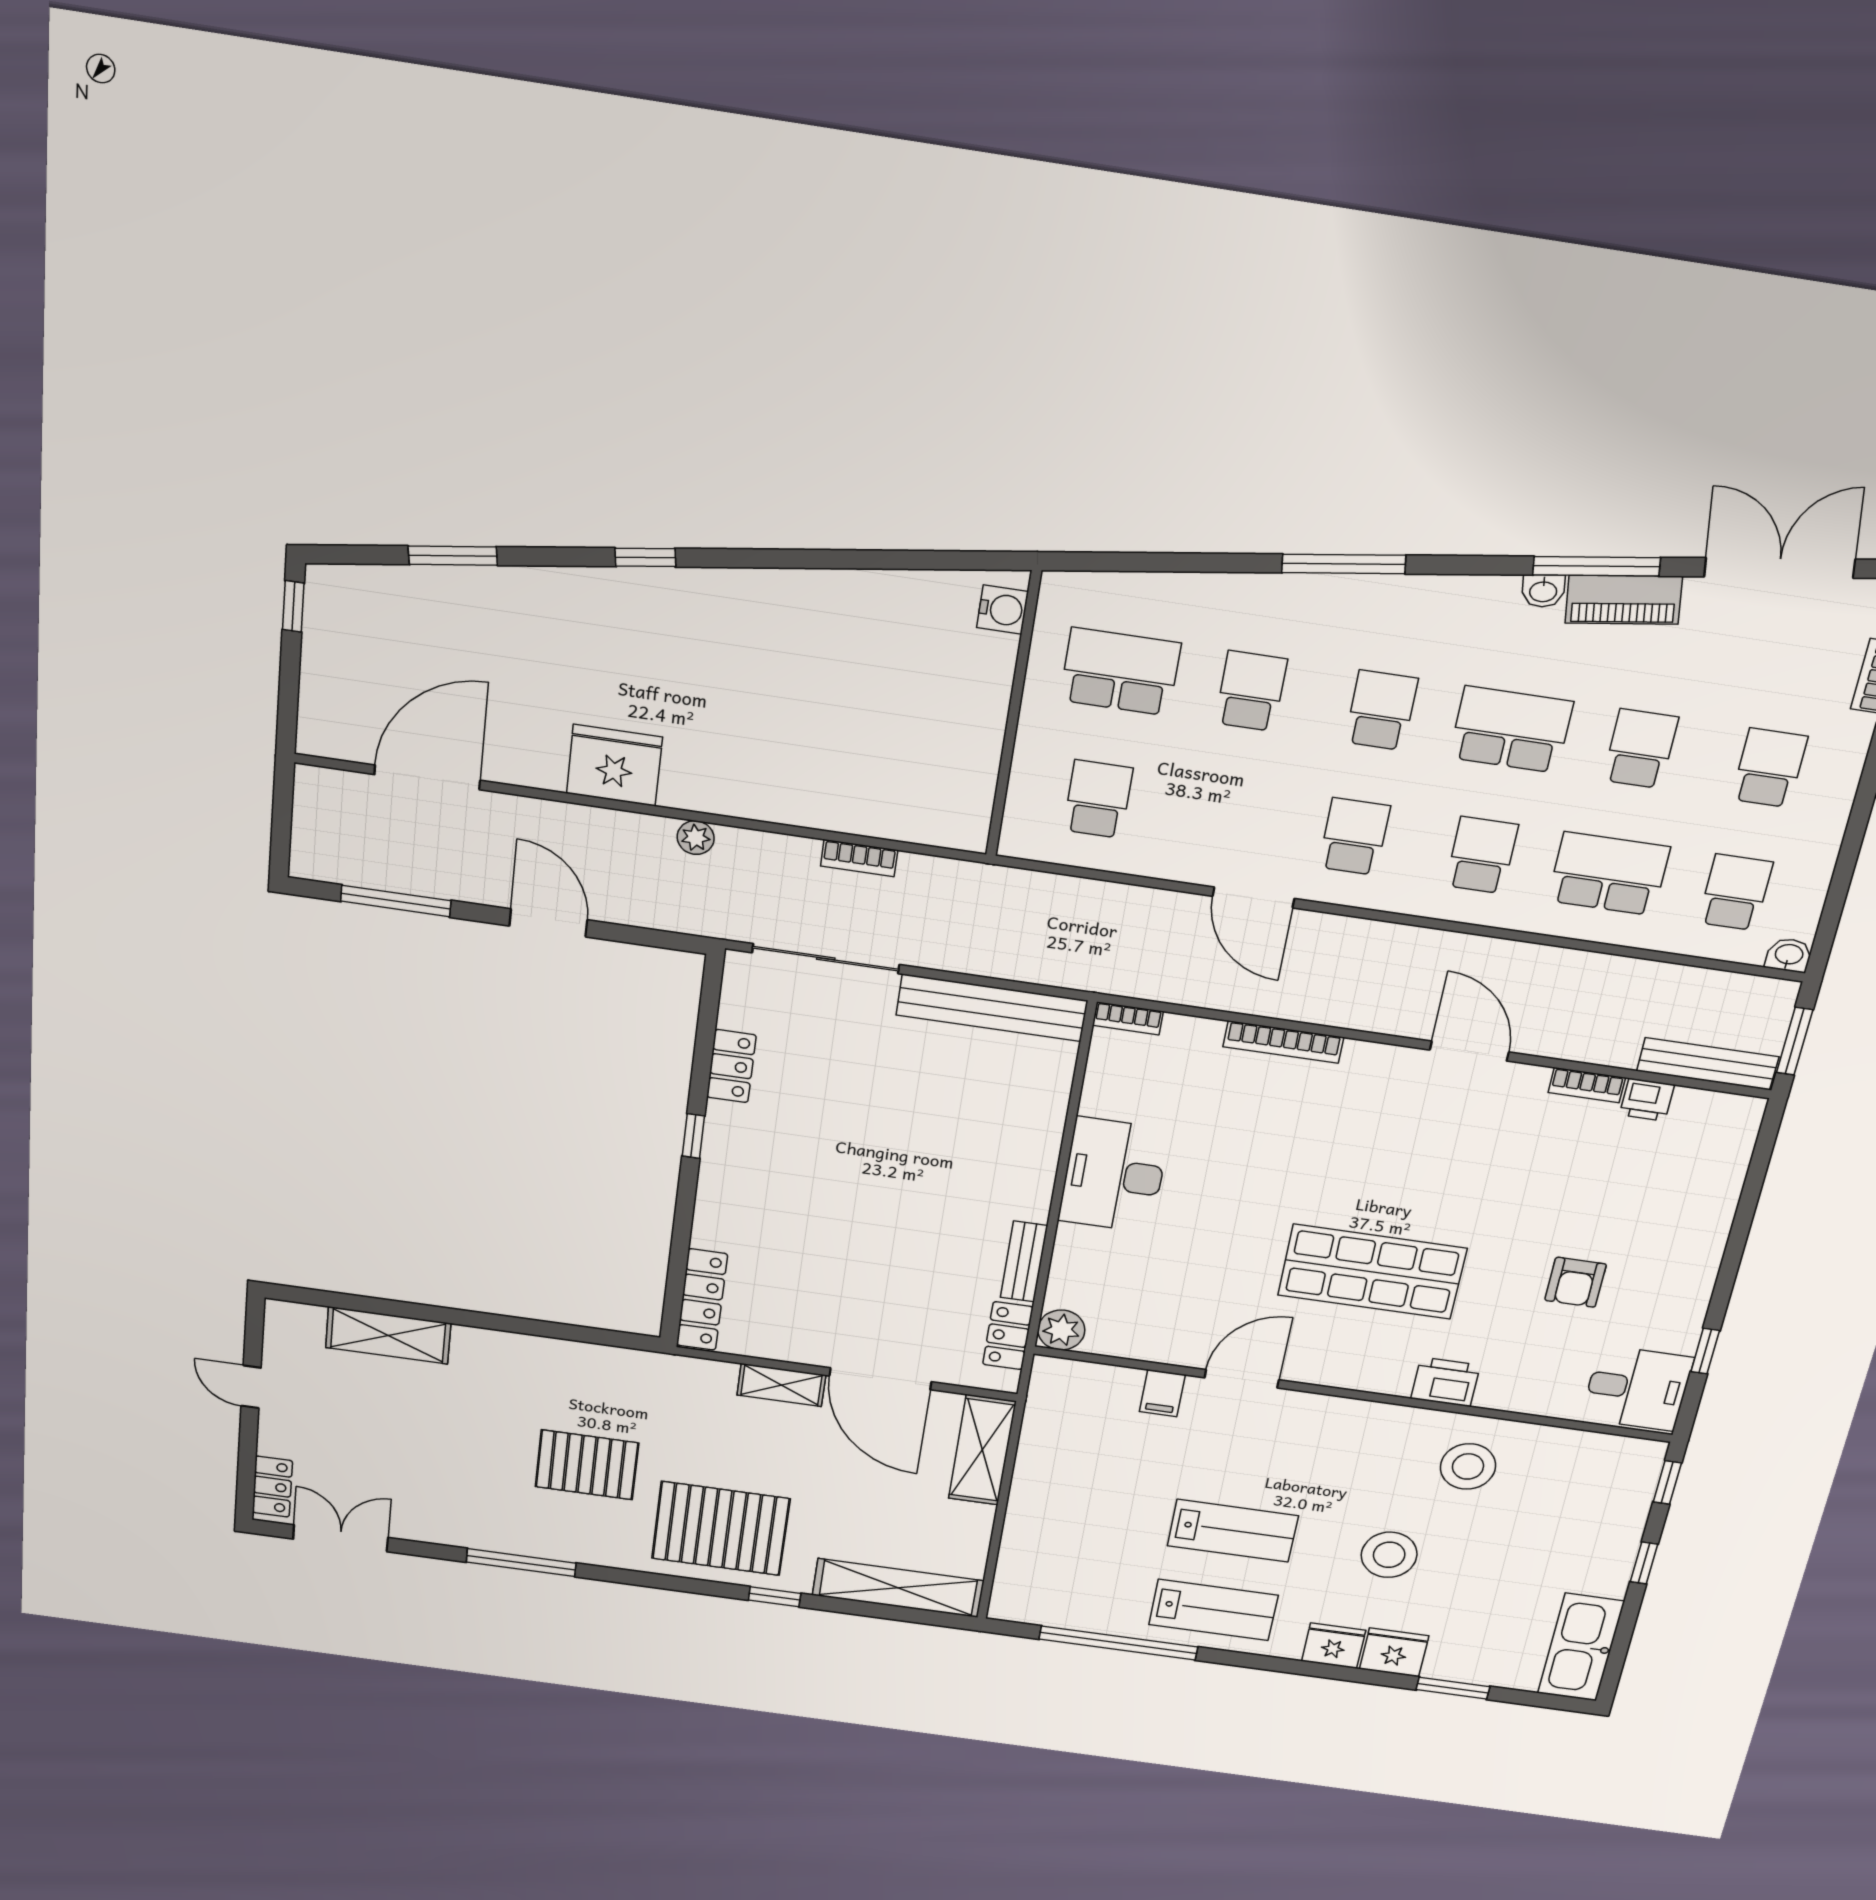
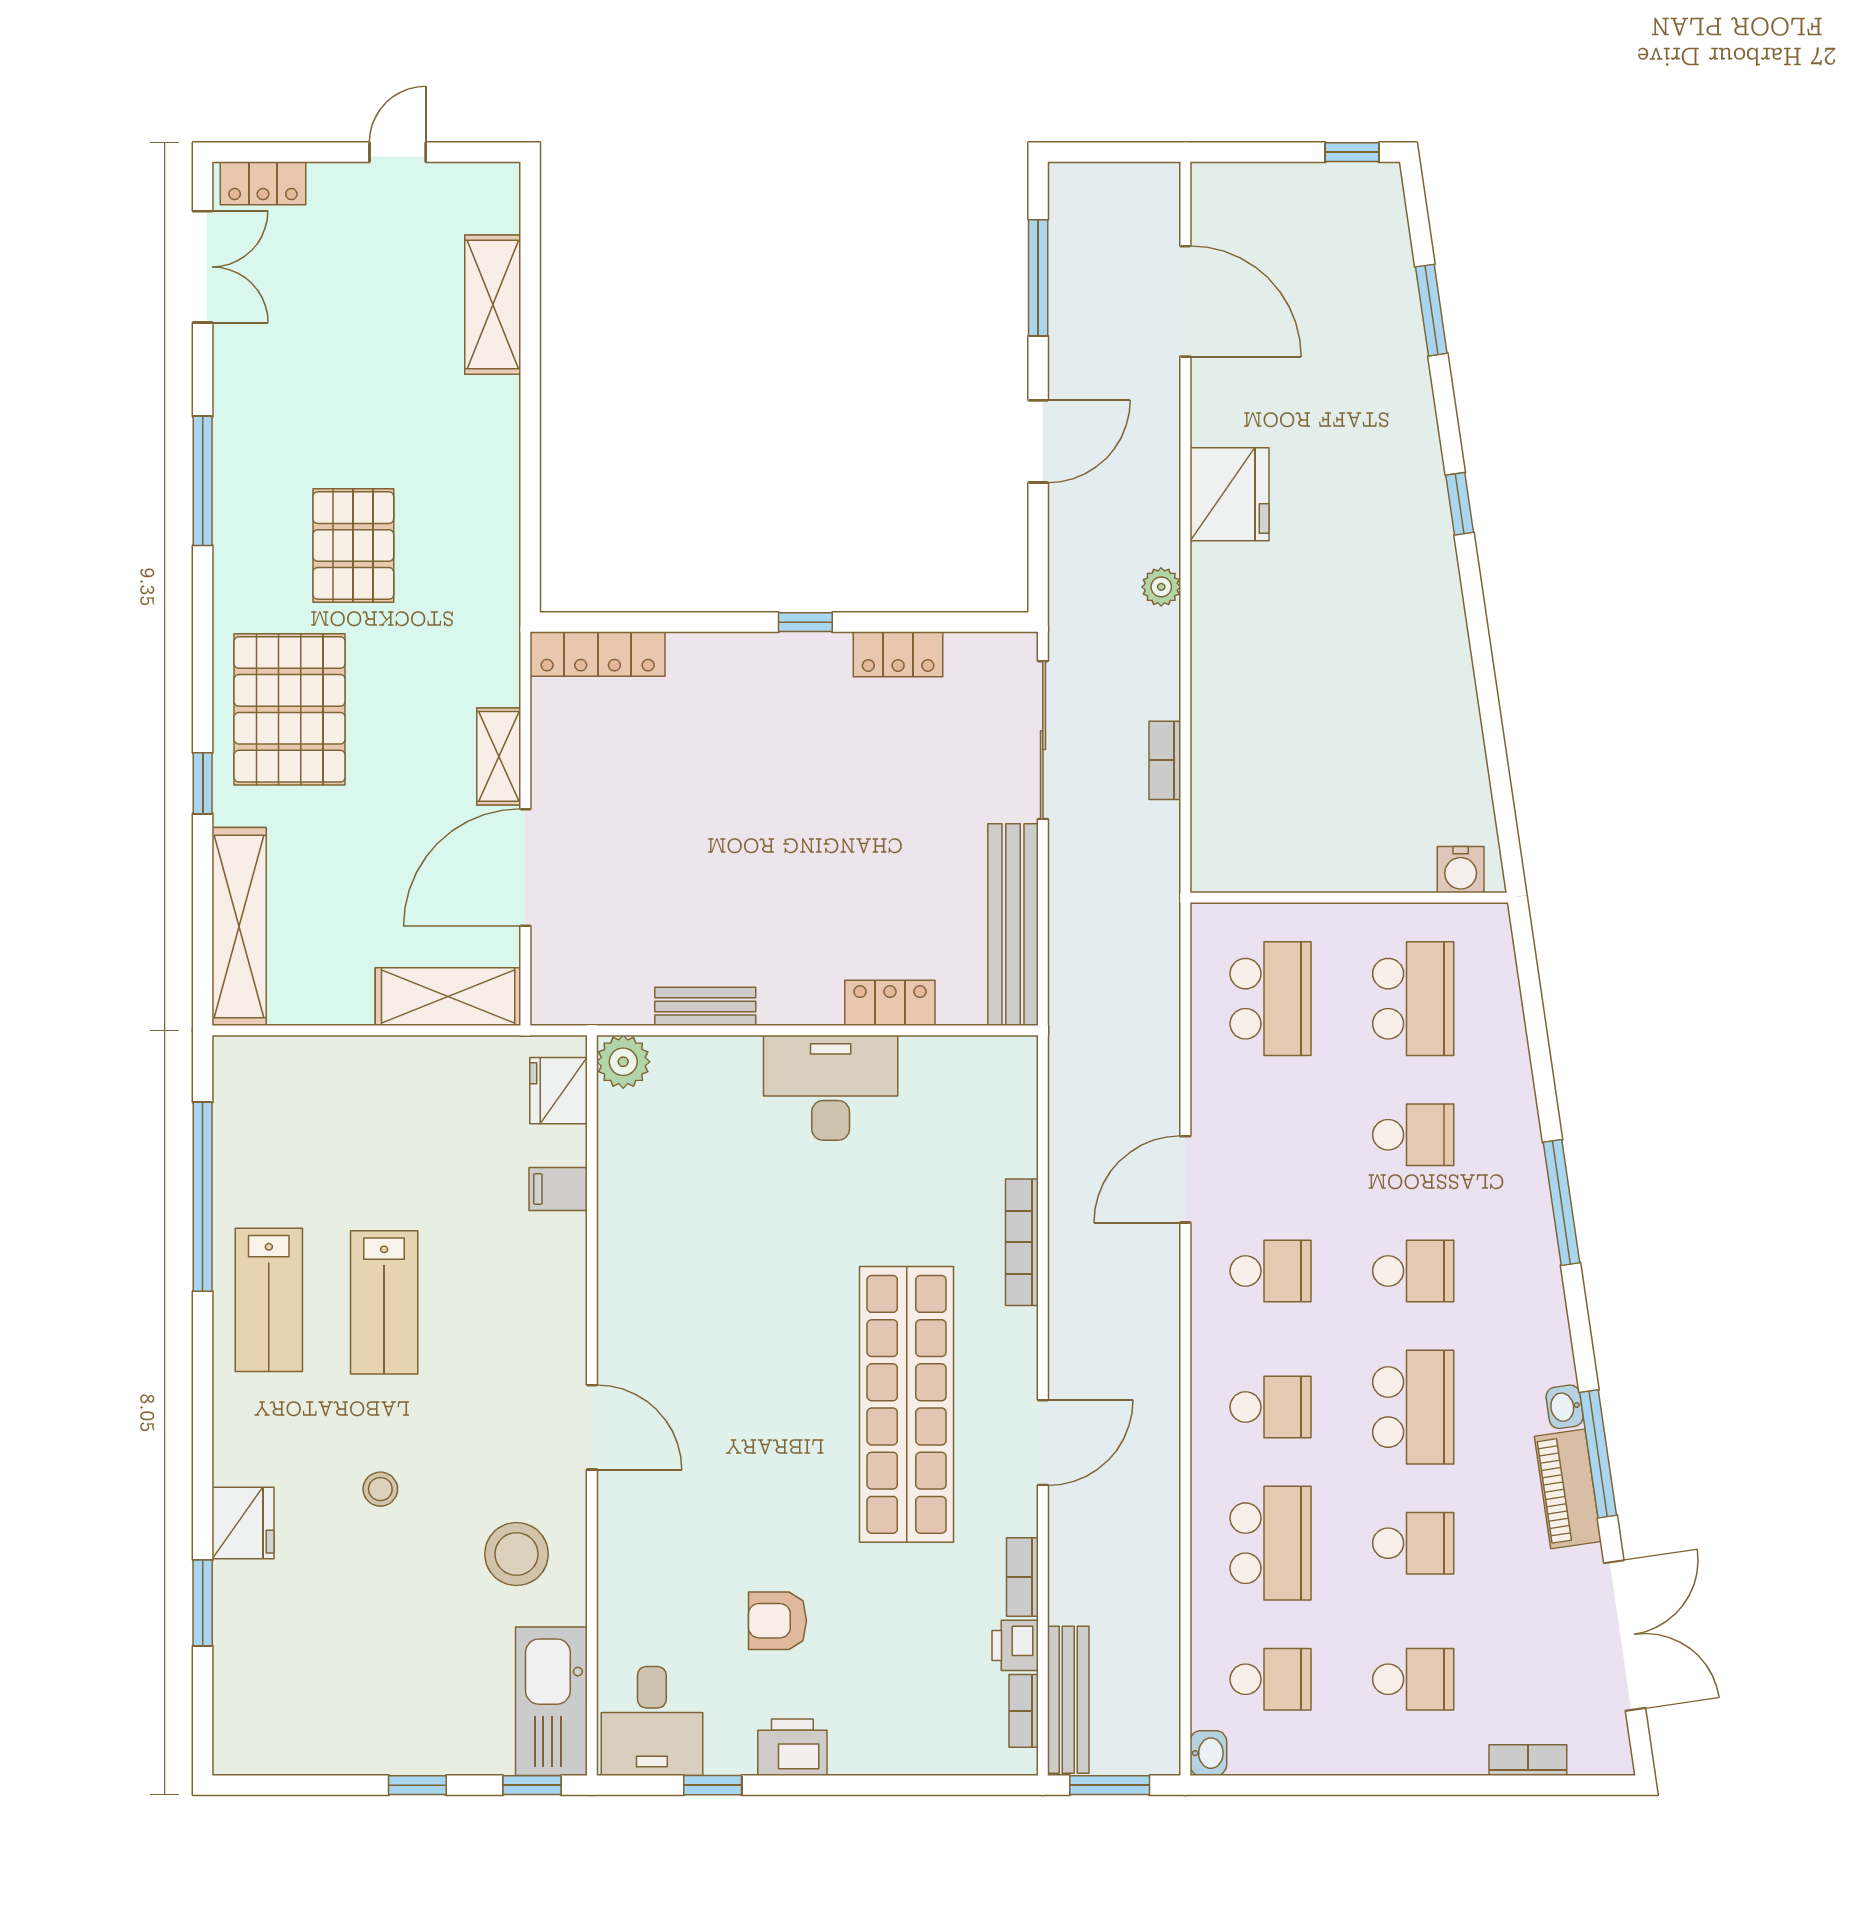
school desk: (1098, 799) -> (1271, 999), width x1.85
bookcase: (1128, 1018) -> (1024, 1711), moved
shop shelf: (1372, 1272) -> (907, 1404), moved, width x1.40
locker: (1008, 1336) -> (890, 1003), moved
door: (1242, 1379) -> (592, 1427), moved
printer: (1446, 1382) -> (792, 1747), moved, turned -90
stool: (1389, 1555) -> (380, 1489), width x0.53, depth x0.53
fridge: (1334, 1646) -> (559, 1091), moved, turned 180
kitchen sink: (1581, 1647) -> (551, 1701), moved, turned -90

